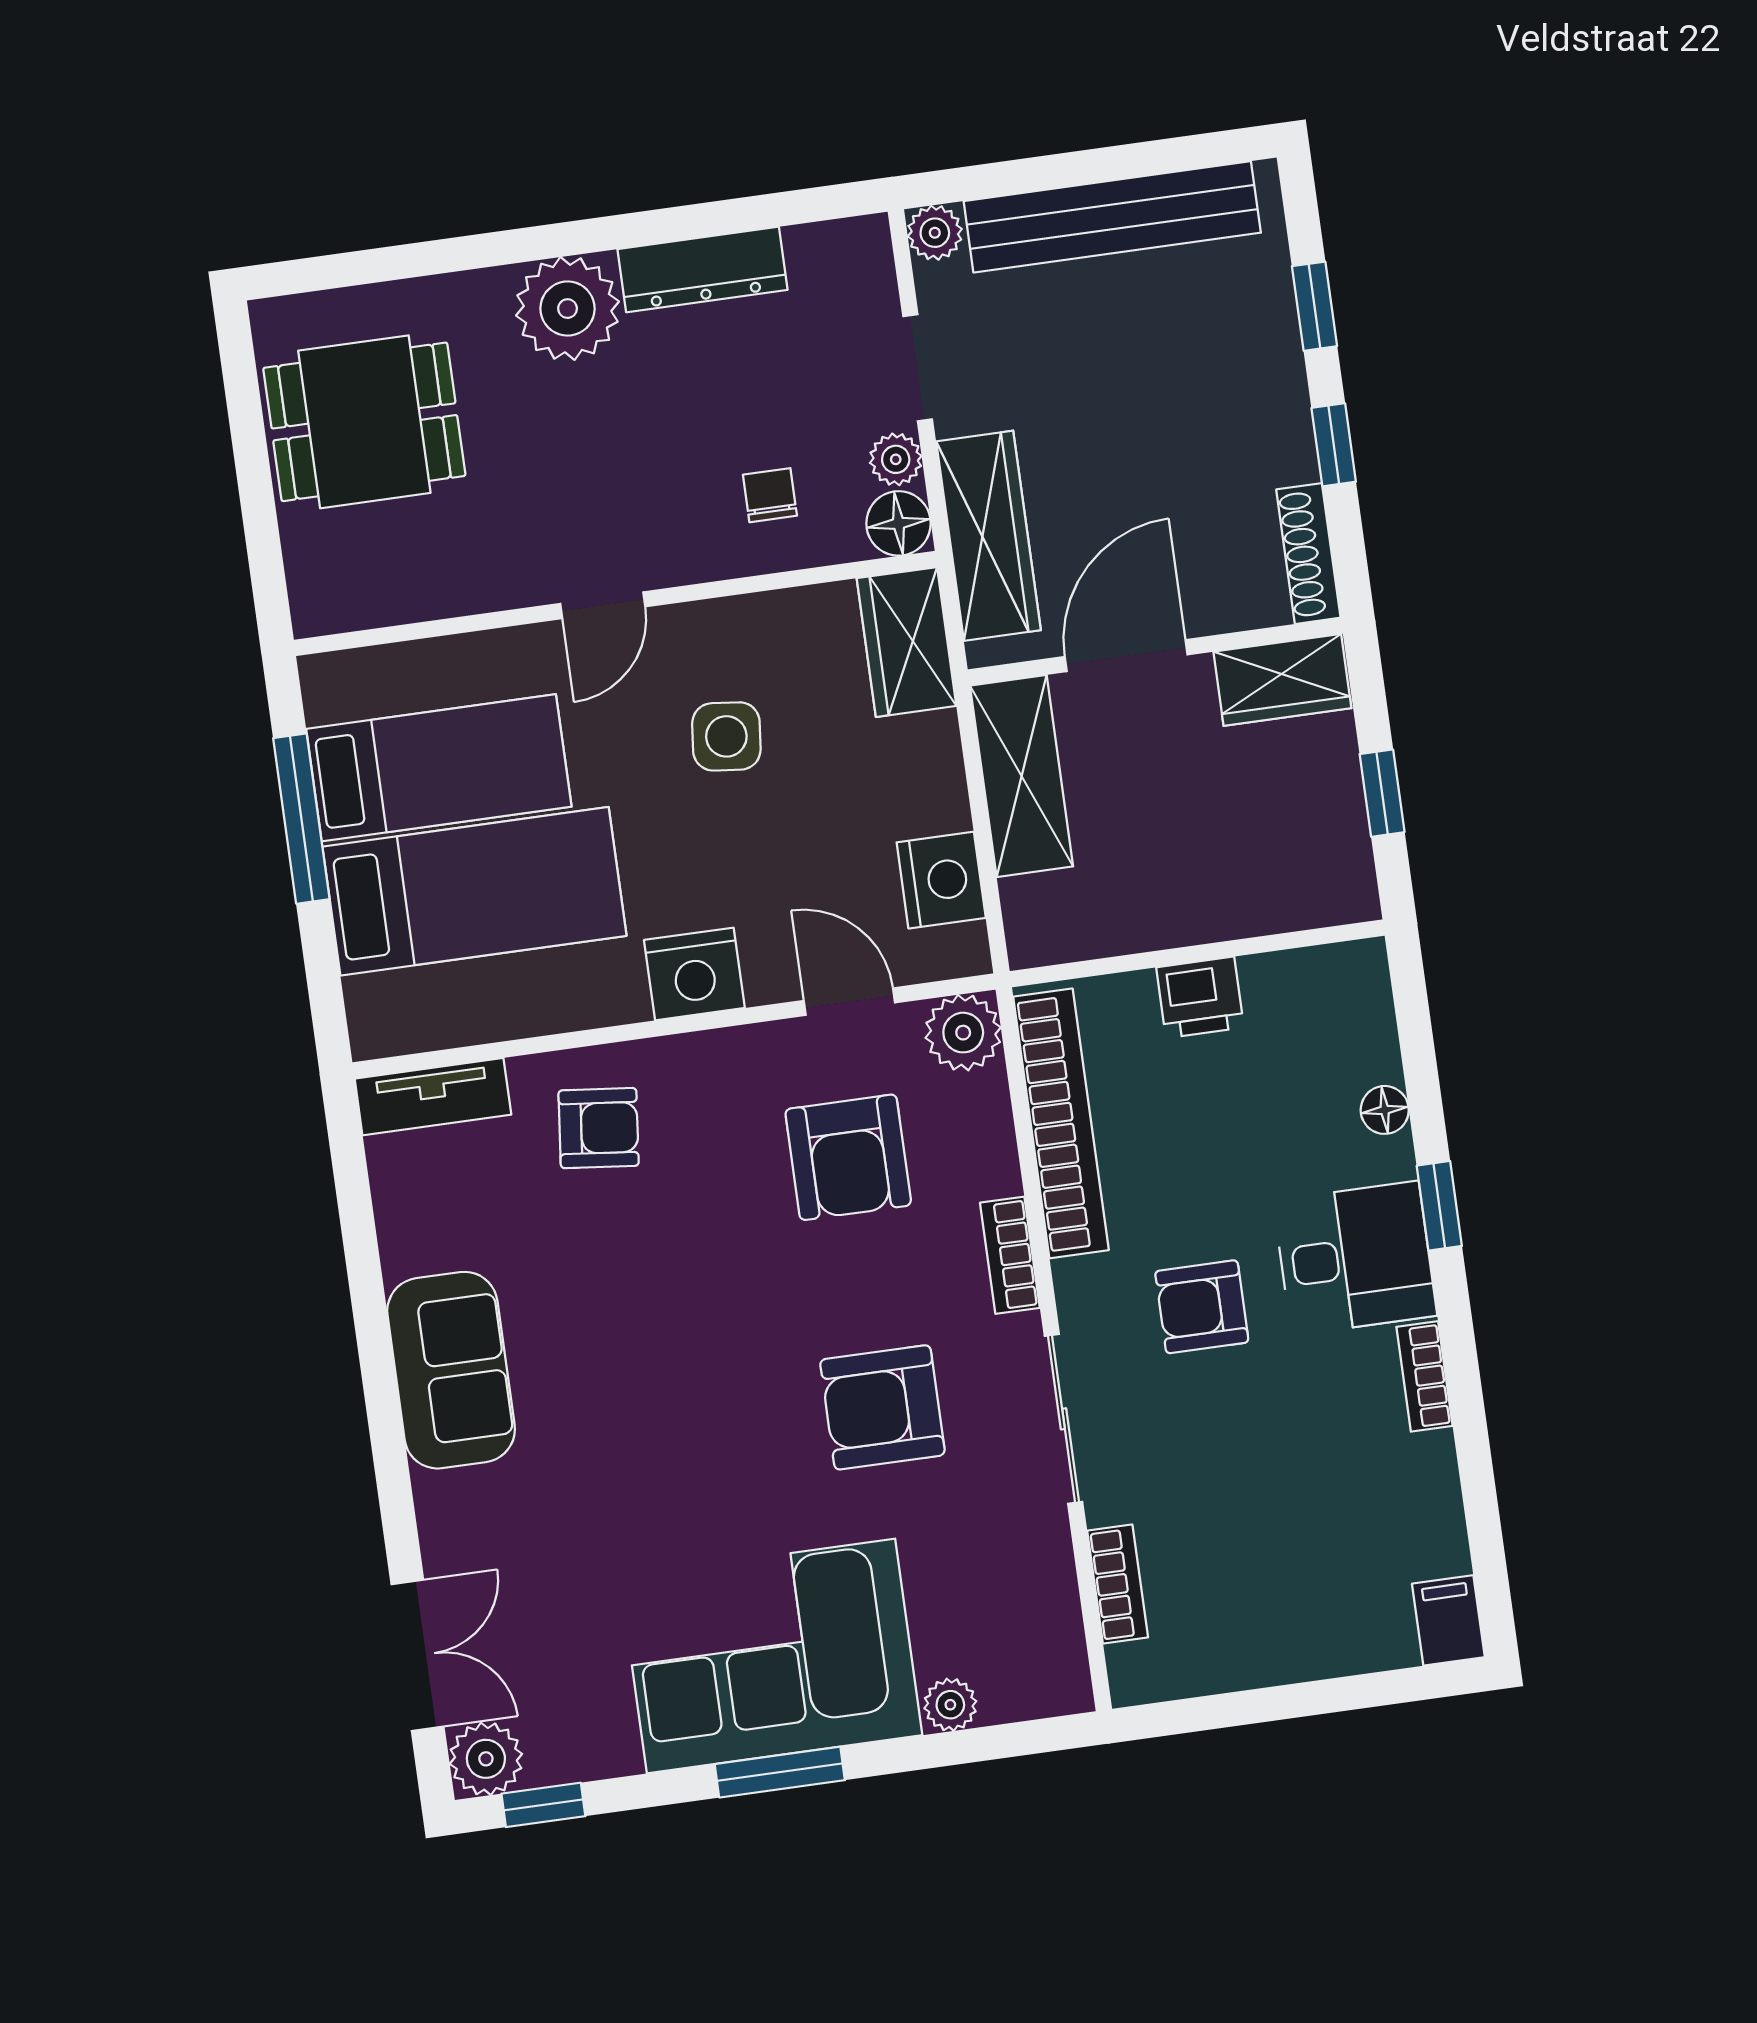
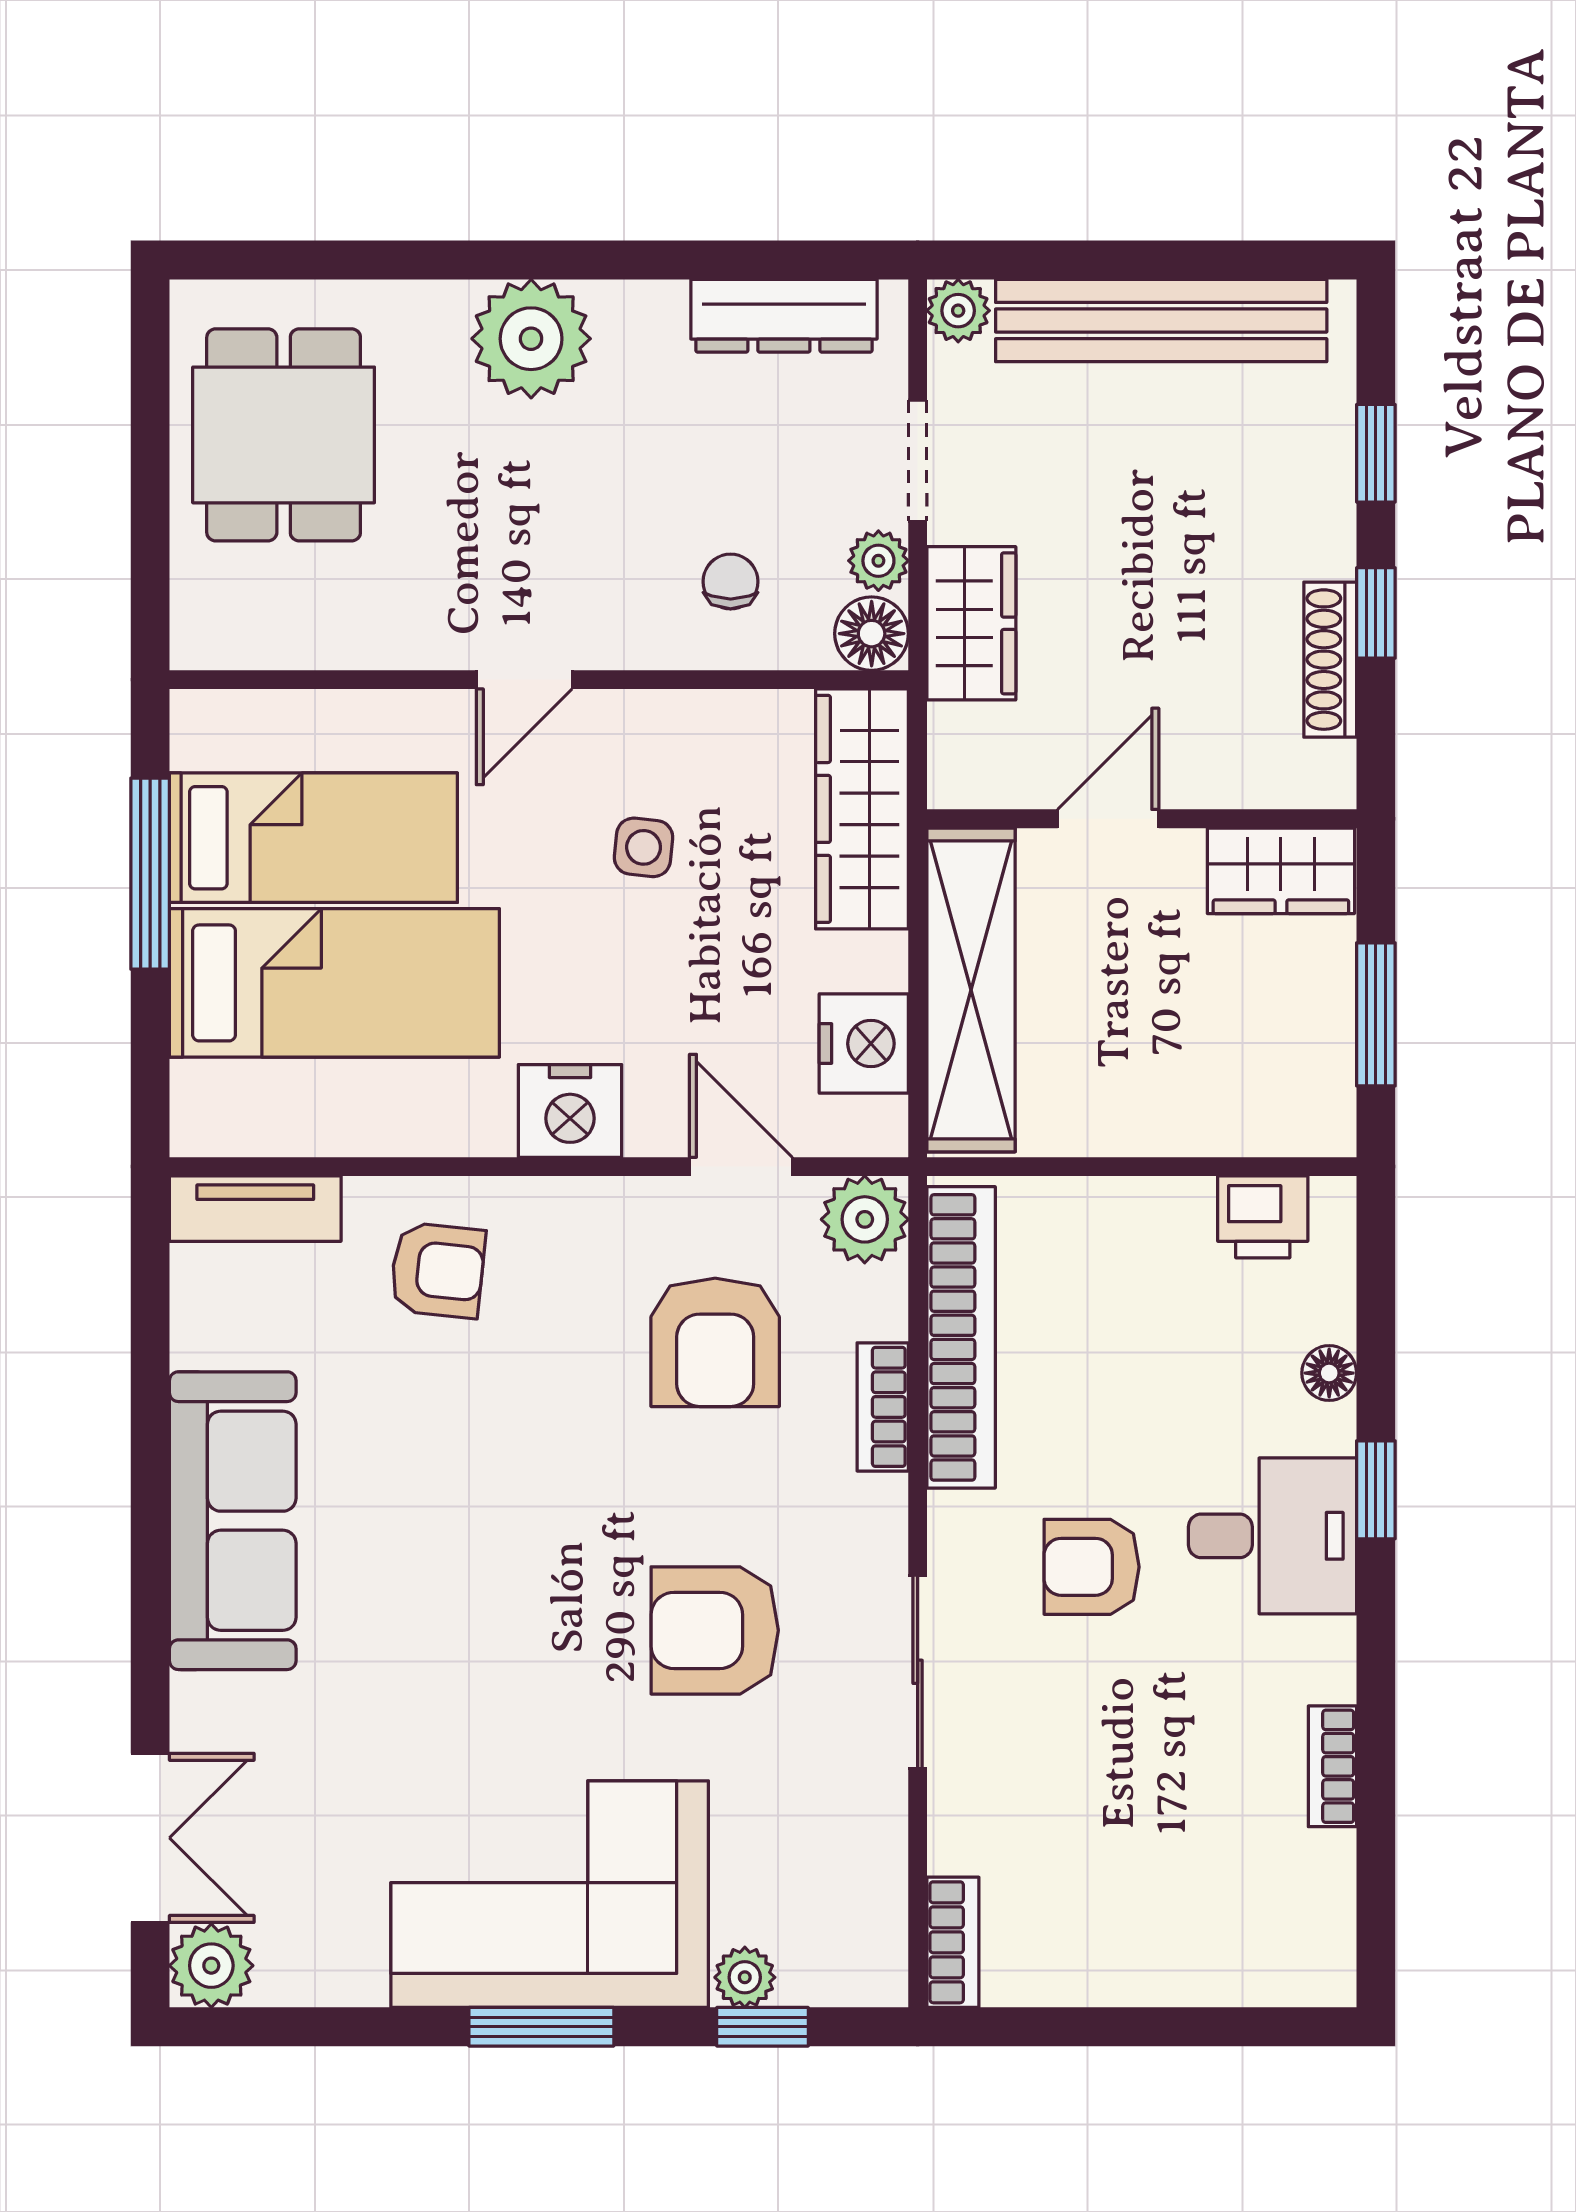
dresser: (702, 270) -> (784, 316), moved
dining table: (364, 422) -> (284, 435), turned 90
wardrobe: (988, 536) -> (971, 623), width x0.67
shoe rack: (1308, 554) -> (1330, 660), moved
wardrobe: (906, 642) -> (862, 809), width x1.50
door: (1126, 656) -> (1108, 819), width x0.73
side table: (726, 736) -> (644, 847), width x0.73, depth x0.73
shelving: (1022, 776) -> (971, 990), width x1.47
window: (1382, 793) -> (1376, 1014), width x1.50
printer: (1200, 997) -> (1263, 1217), moved
bookcase: (1010, 1255) -> (883, 1407), moved
sofa: (451, 1370) -> (233, 1521), width x1.36
bookcase: (1425, 1376) -> (1332, 1766), moved
bookcase: (1118, 1584) -> (953, 1942), moved
filing cabinet: (1448, 1620) -> (1321, 1960), removed
window: (543, 1805) -> (763, 2027), moved

